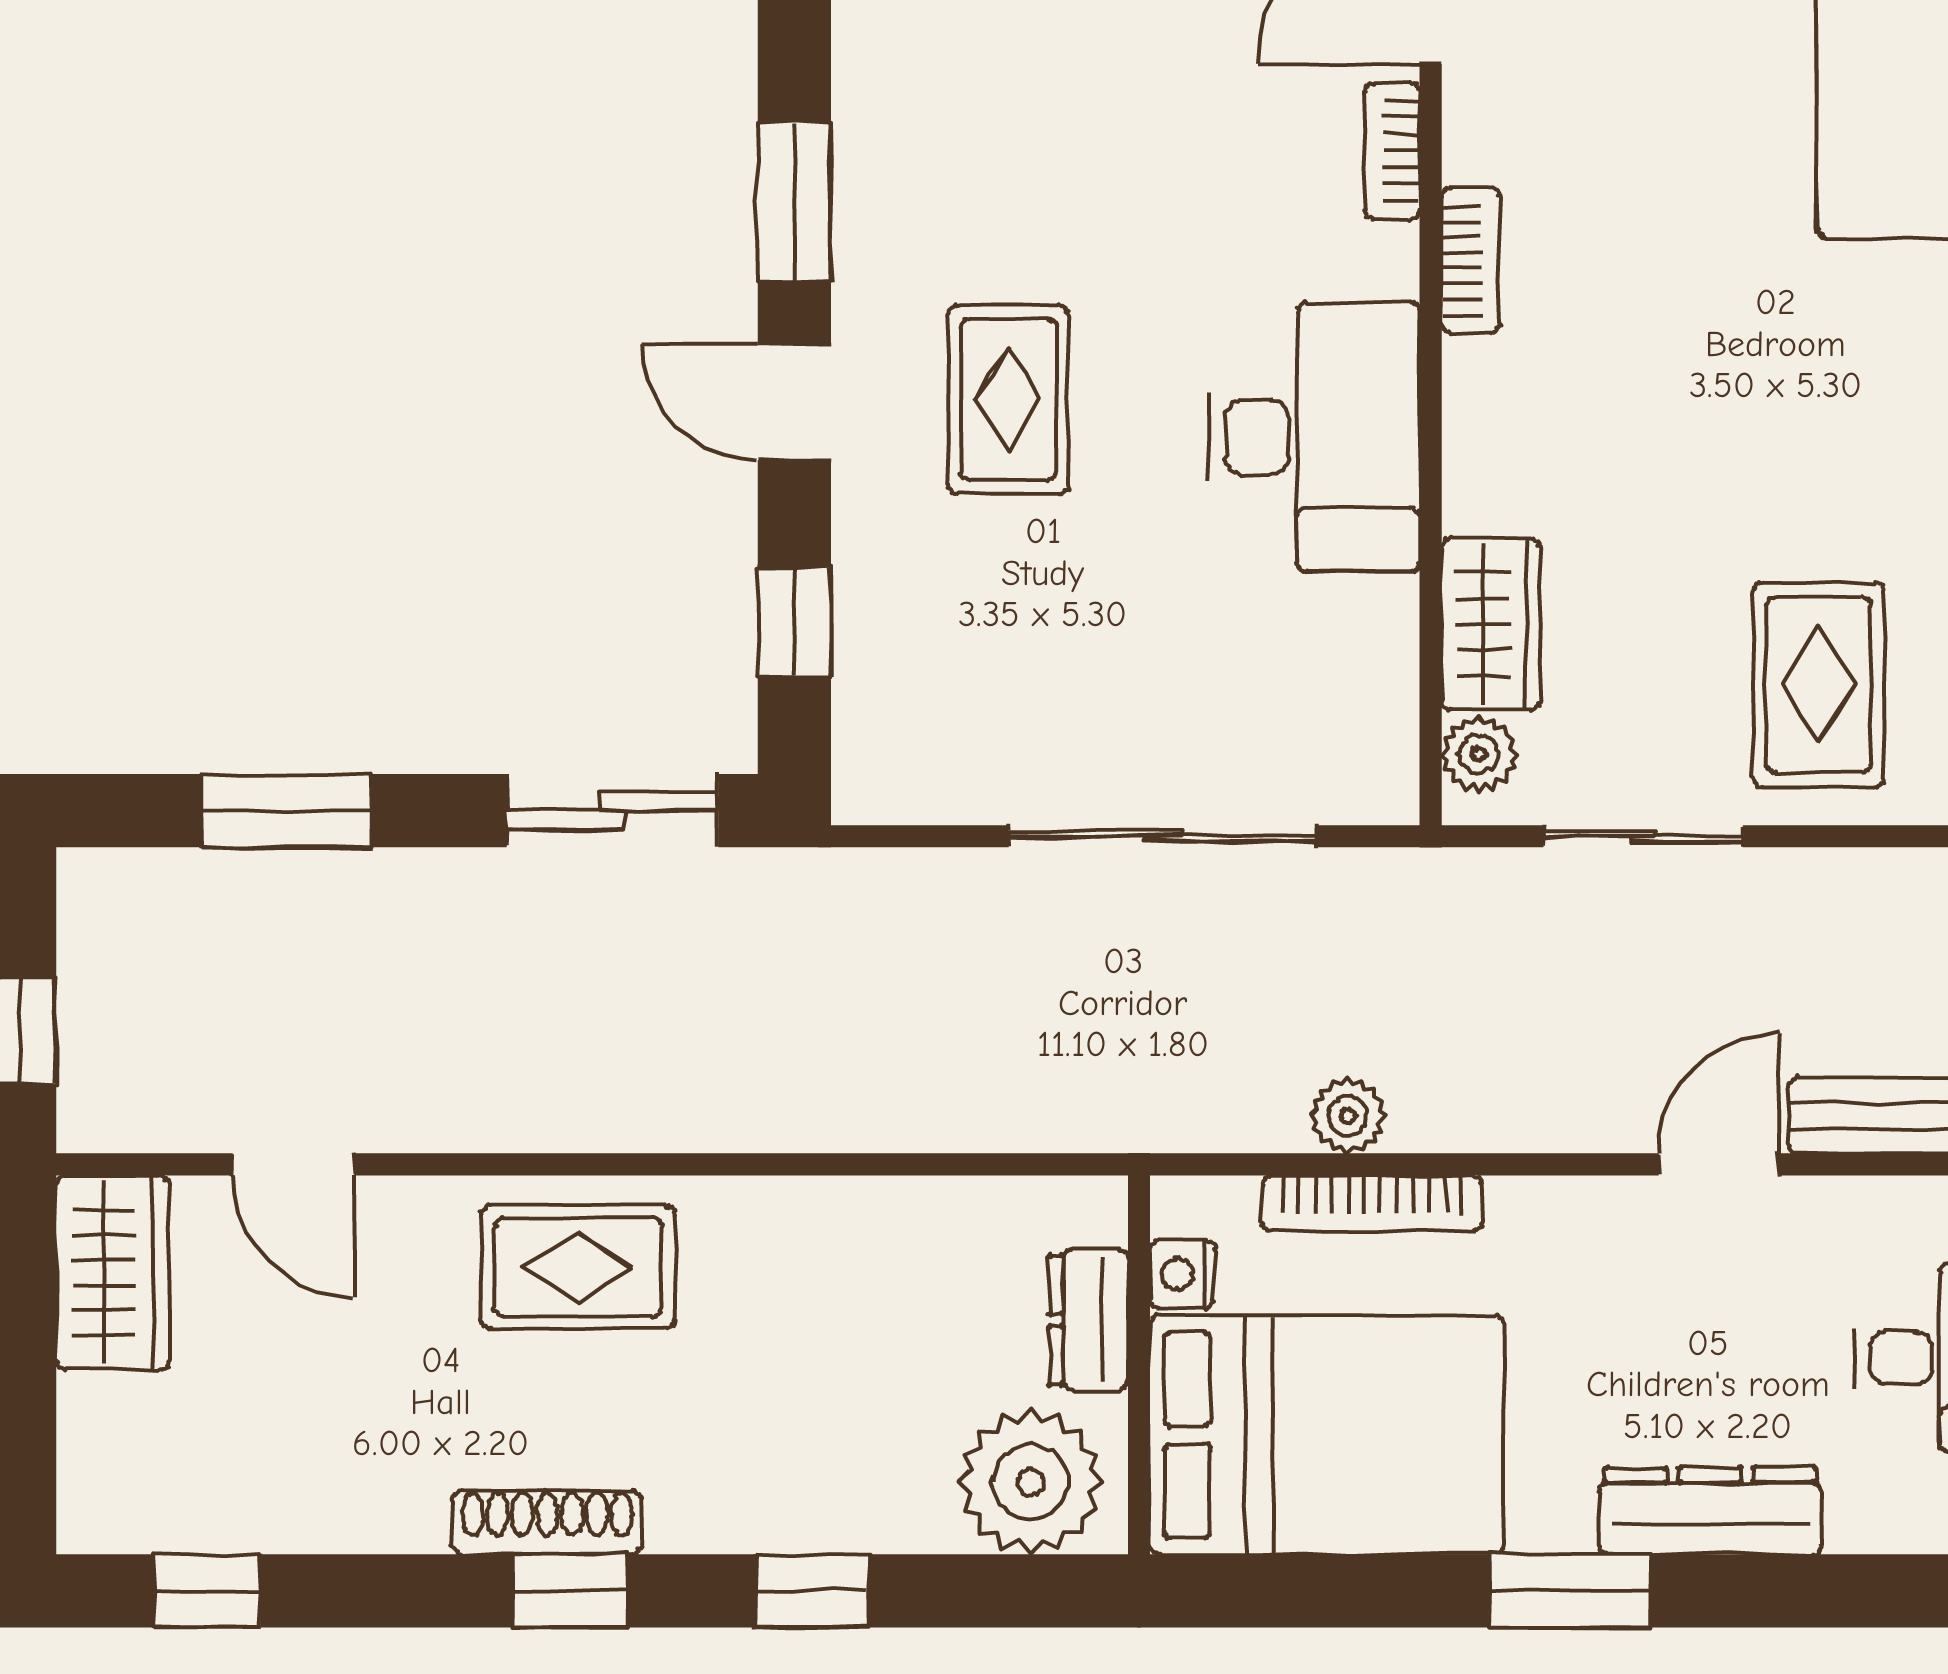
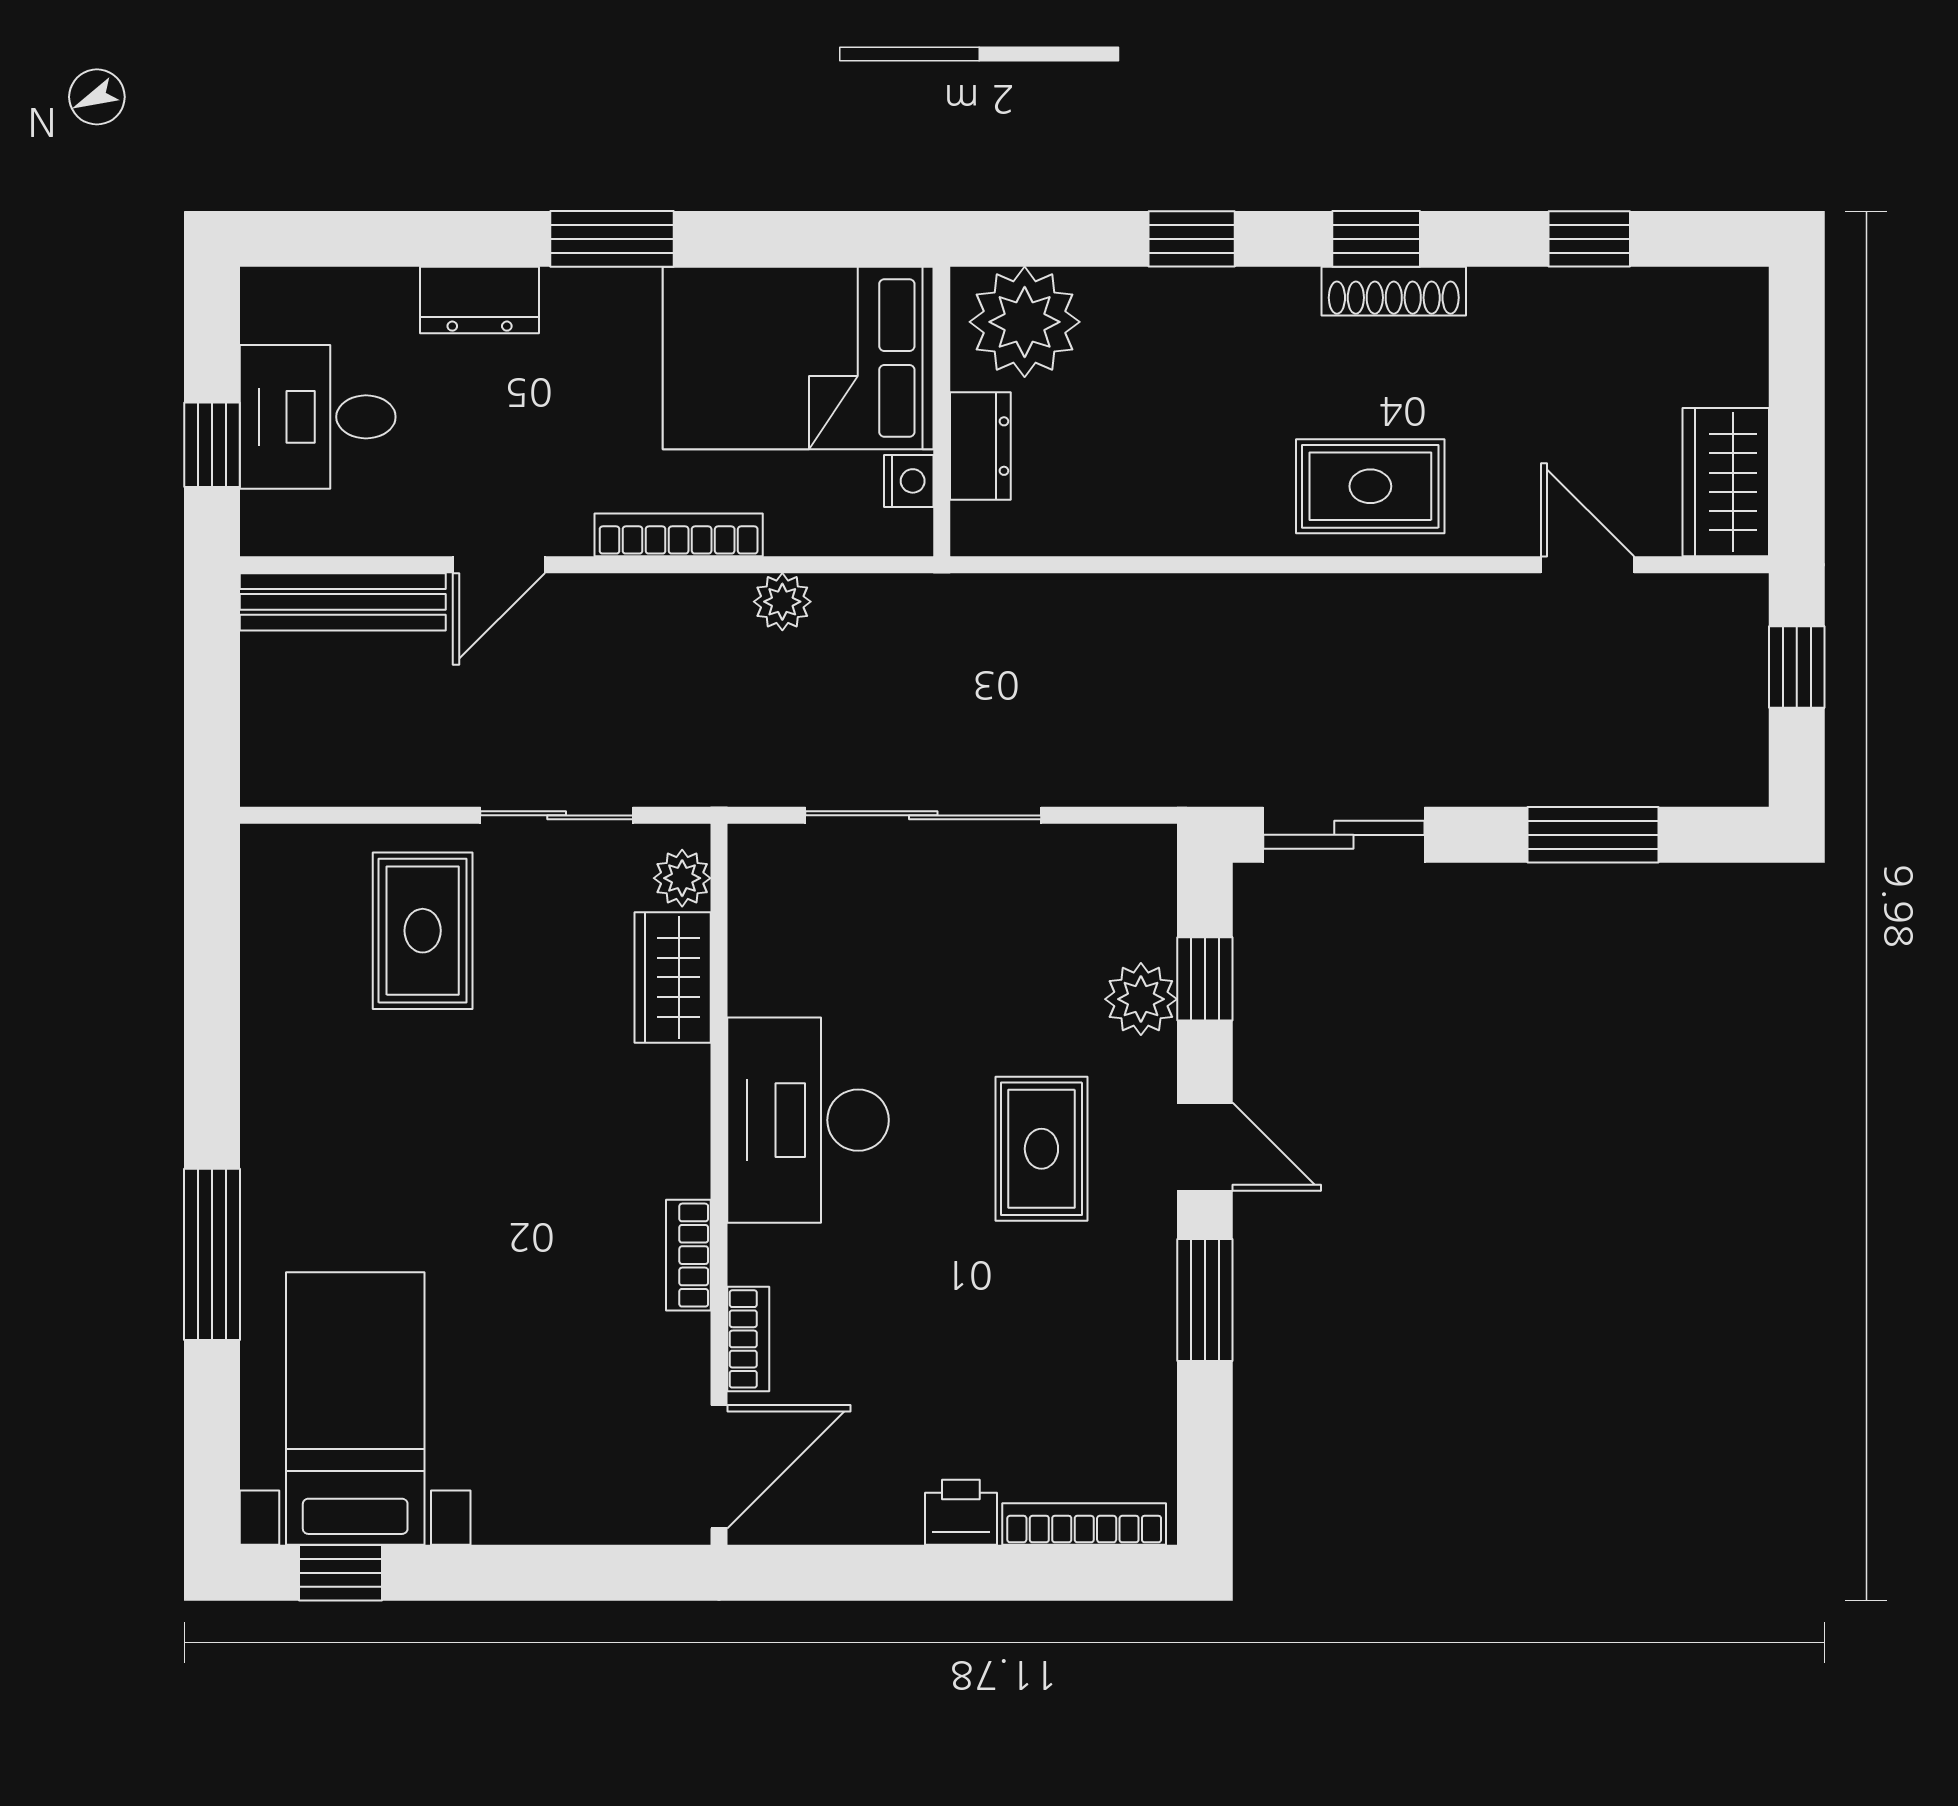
plant: (878, 596) -> (1141, 999), added
bookcase: (1372, 1203) -> (679, 535), moved
dresser: (1710, 1511) -> (480, 300), width x0.70
window: (207, 1591) -> (1589, 239), moved

